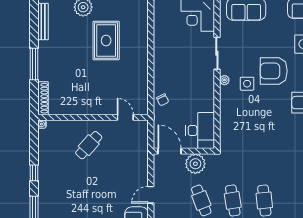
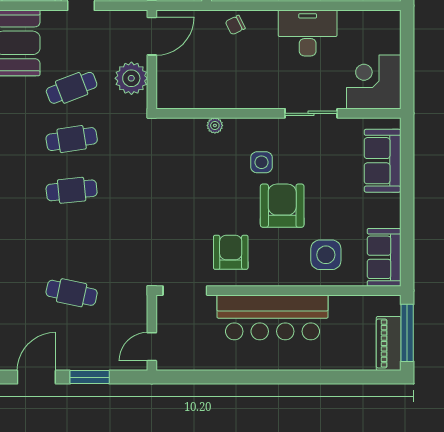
plant: (224, 80) -> (215, 125), moved
desk: (200, 130) -> (308, 33), moved, turned 180

